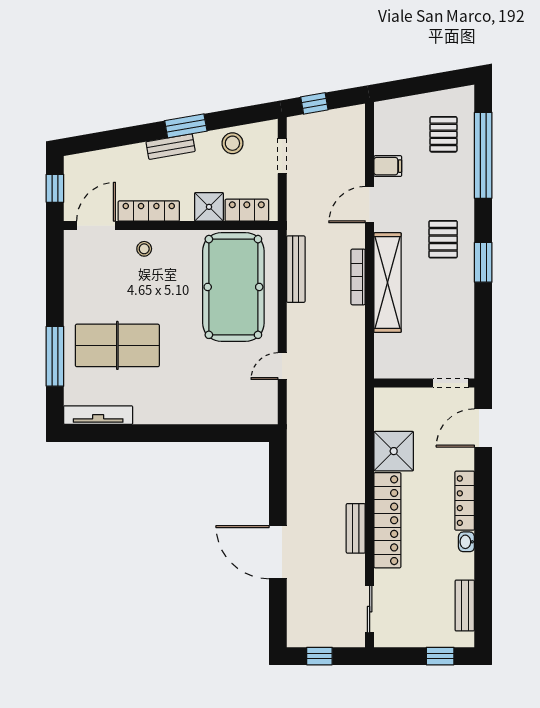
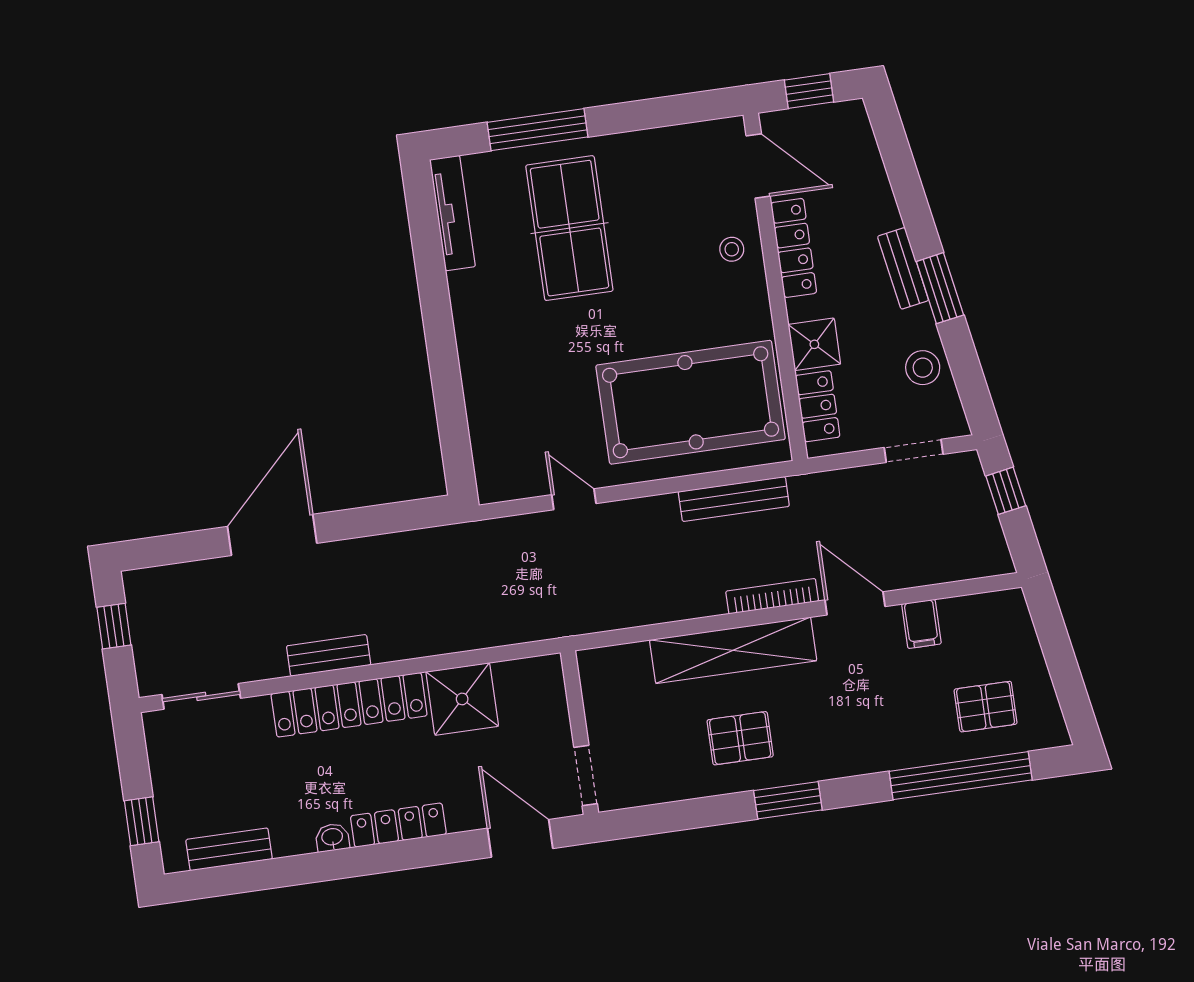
pallet: (443, 239) -> (740, 738), moved
bookcase: (358, 277) -> (772, 596), moved

